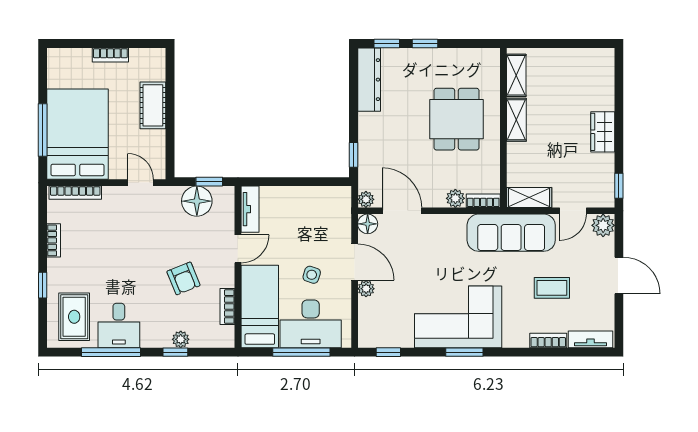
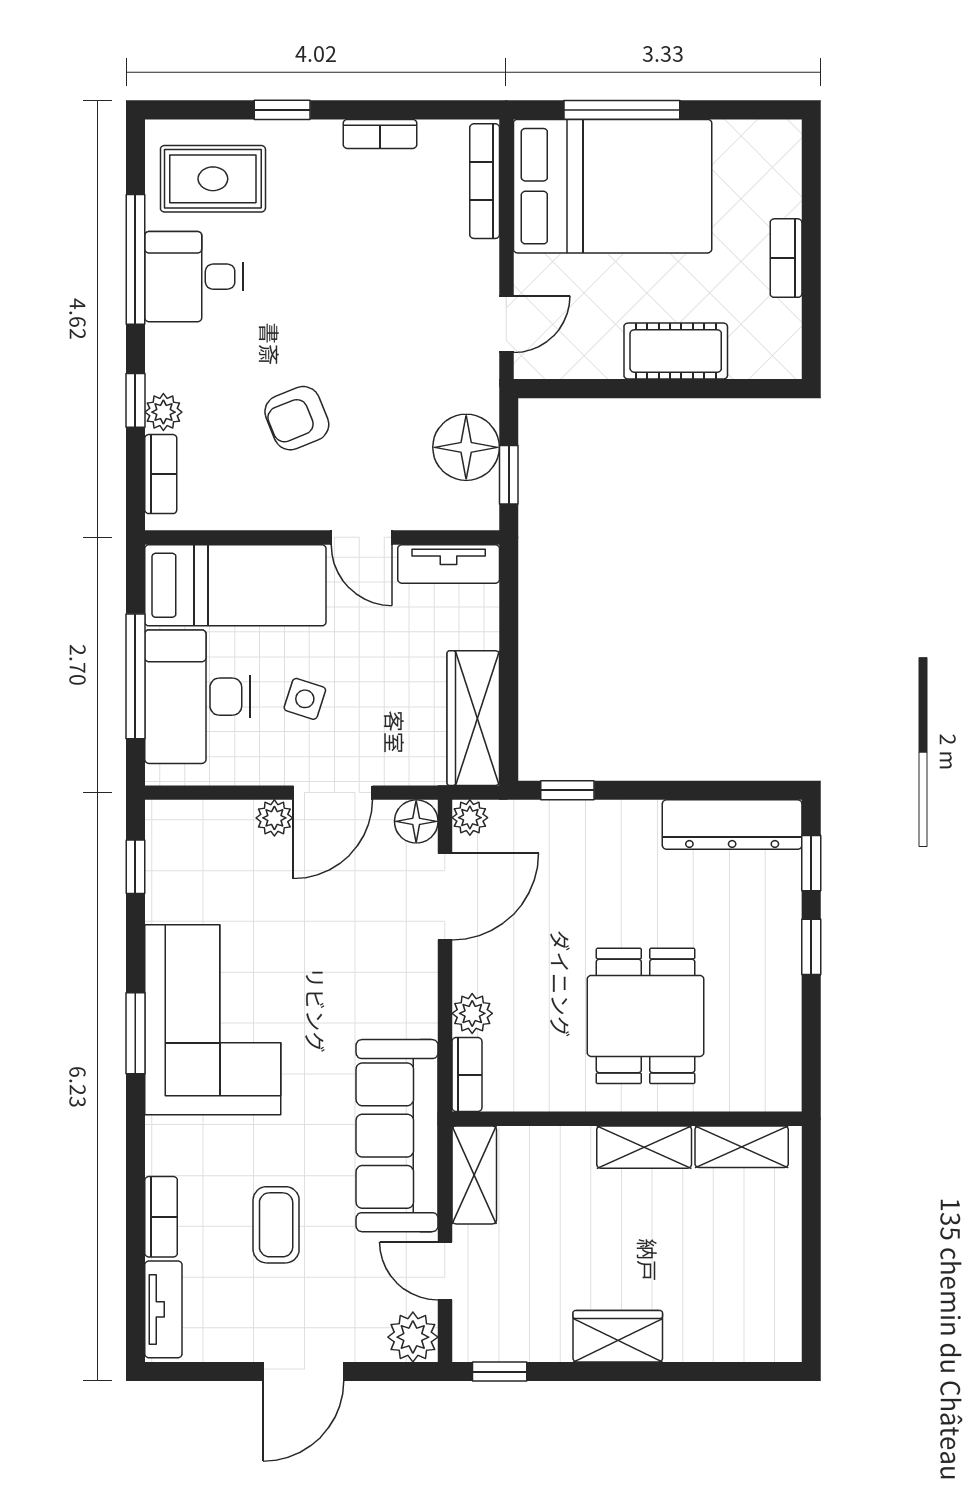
dining table: (456, 119) -> (646, 1016), turned 90
wardrobe: (320, 198) -> (473, 718), added
bookcase: (227, 307) -> (161, 474), moved, turned 90

